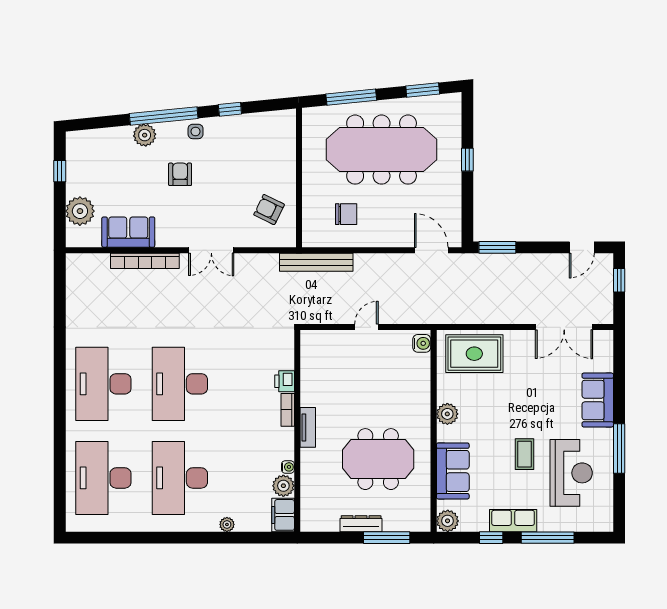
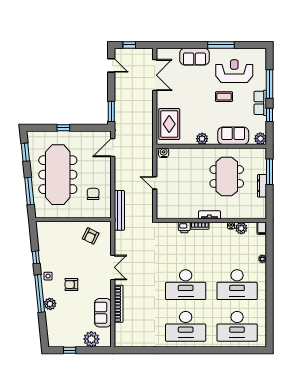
filing cabinet: (283, 515) -> (262, 228), width x0.50

